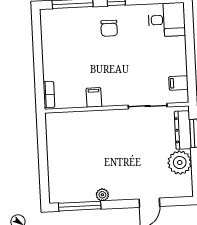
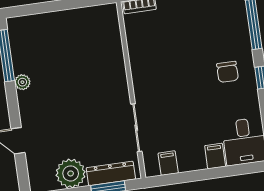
chair: (109, 28) -> (227, 72), turned -90
filing cabinet: (94, 97) -> (215, 156), moved, turned -90

